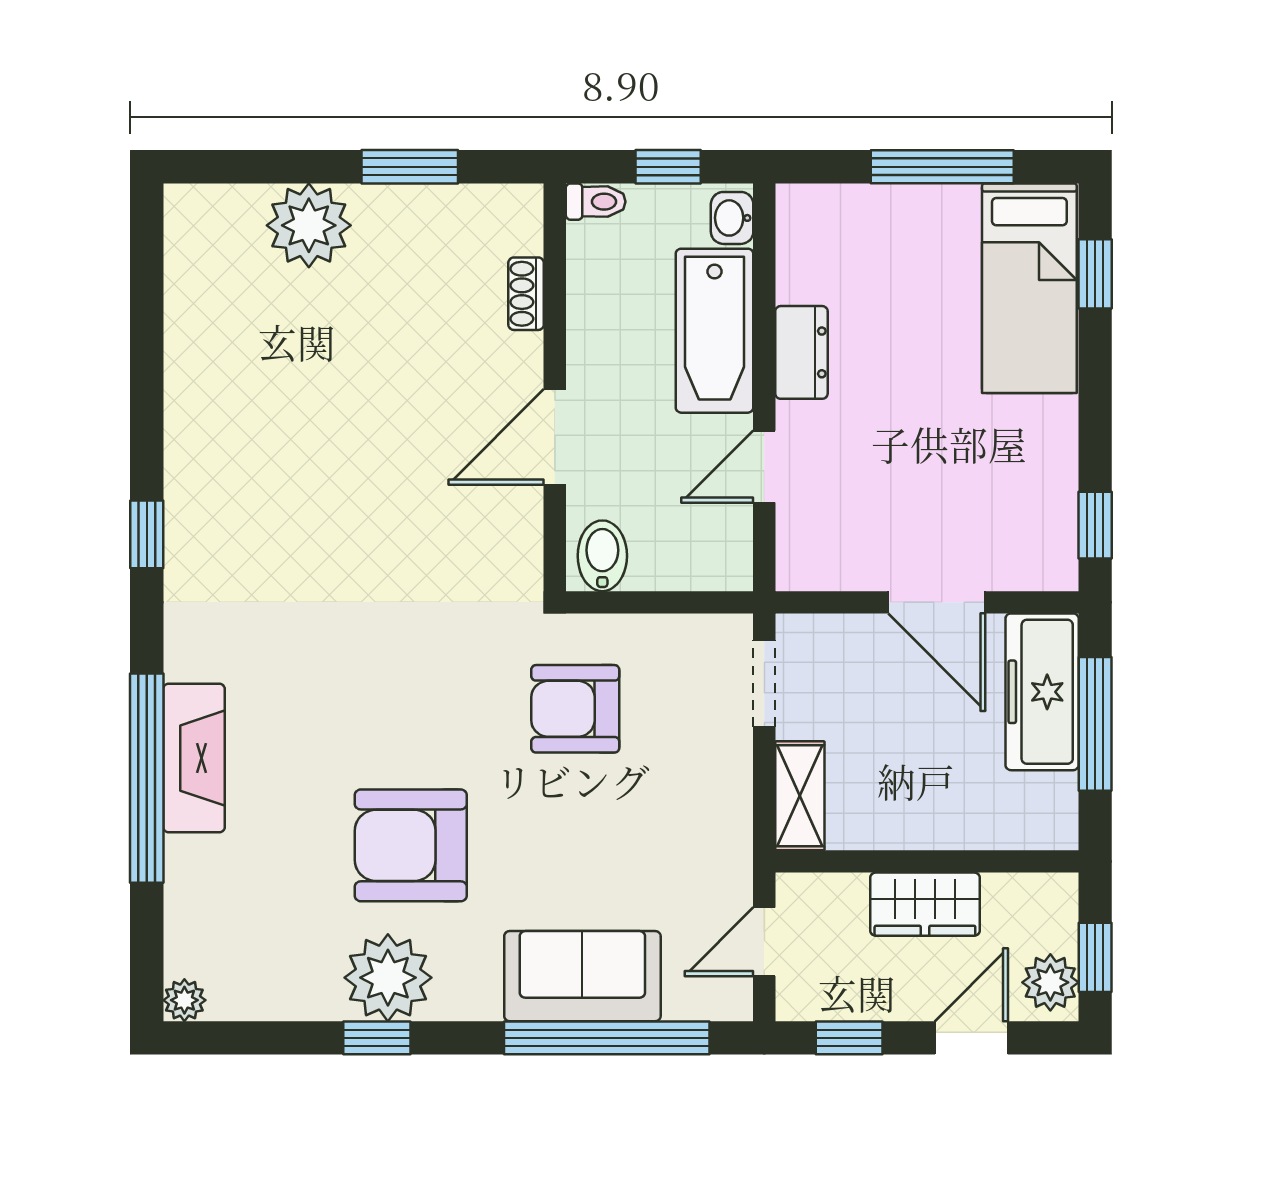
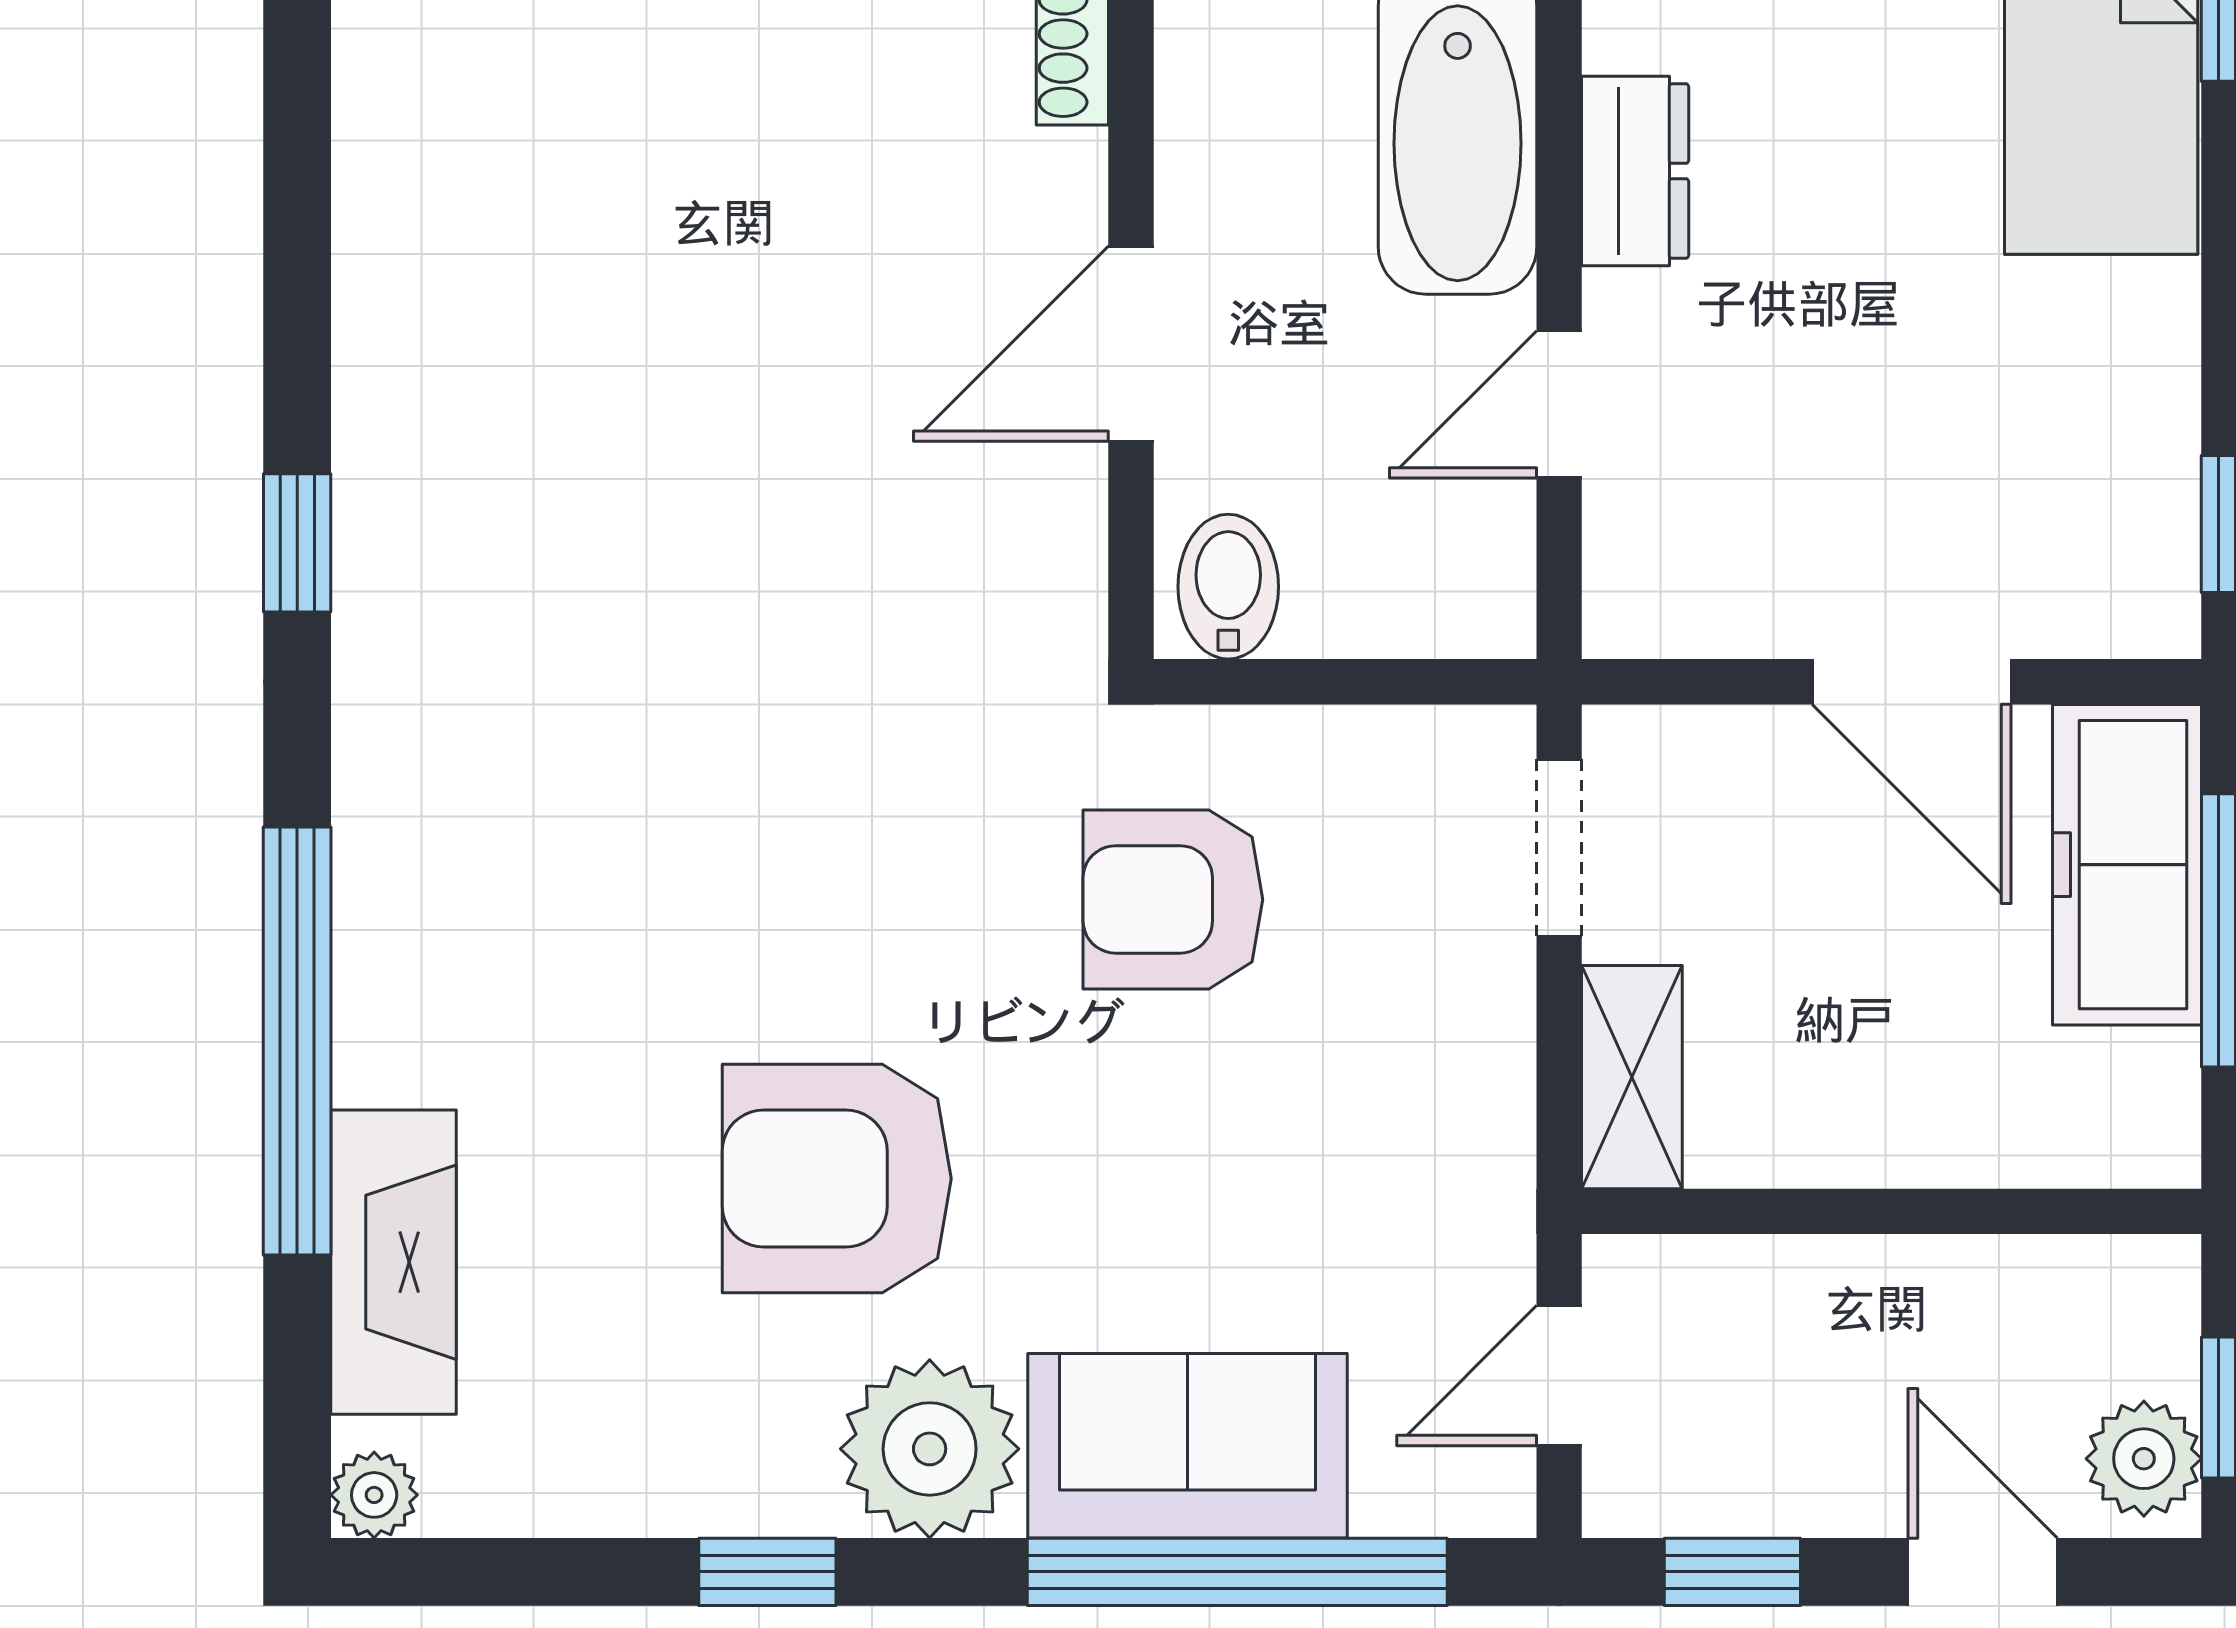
fireplace: (194, 758) -> (394, 1262), moved
wardrobe: (925, 904) -> (1888, 1299), removed
plant: (388, 978) -> (930, 1449), moved
door: (971, 1038) -> (1983, 1572), hinge flipped

